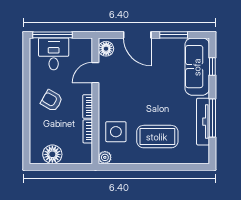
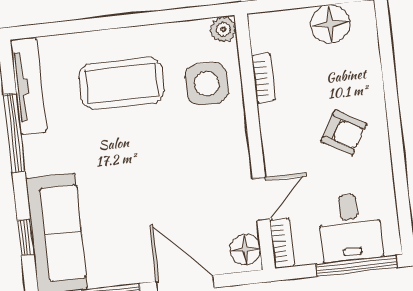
bookcase: (88, 107) -> (282, 243), moved
tv unit: (203, 122) -> (28, 86), moved

